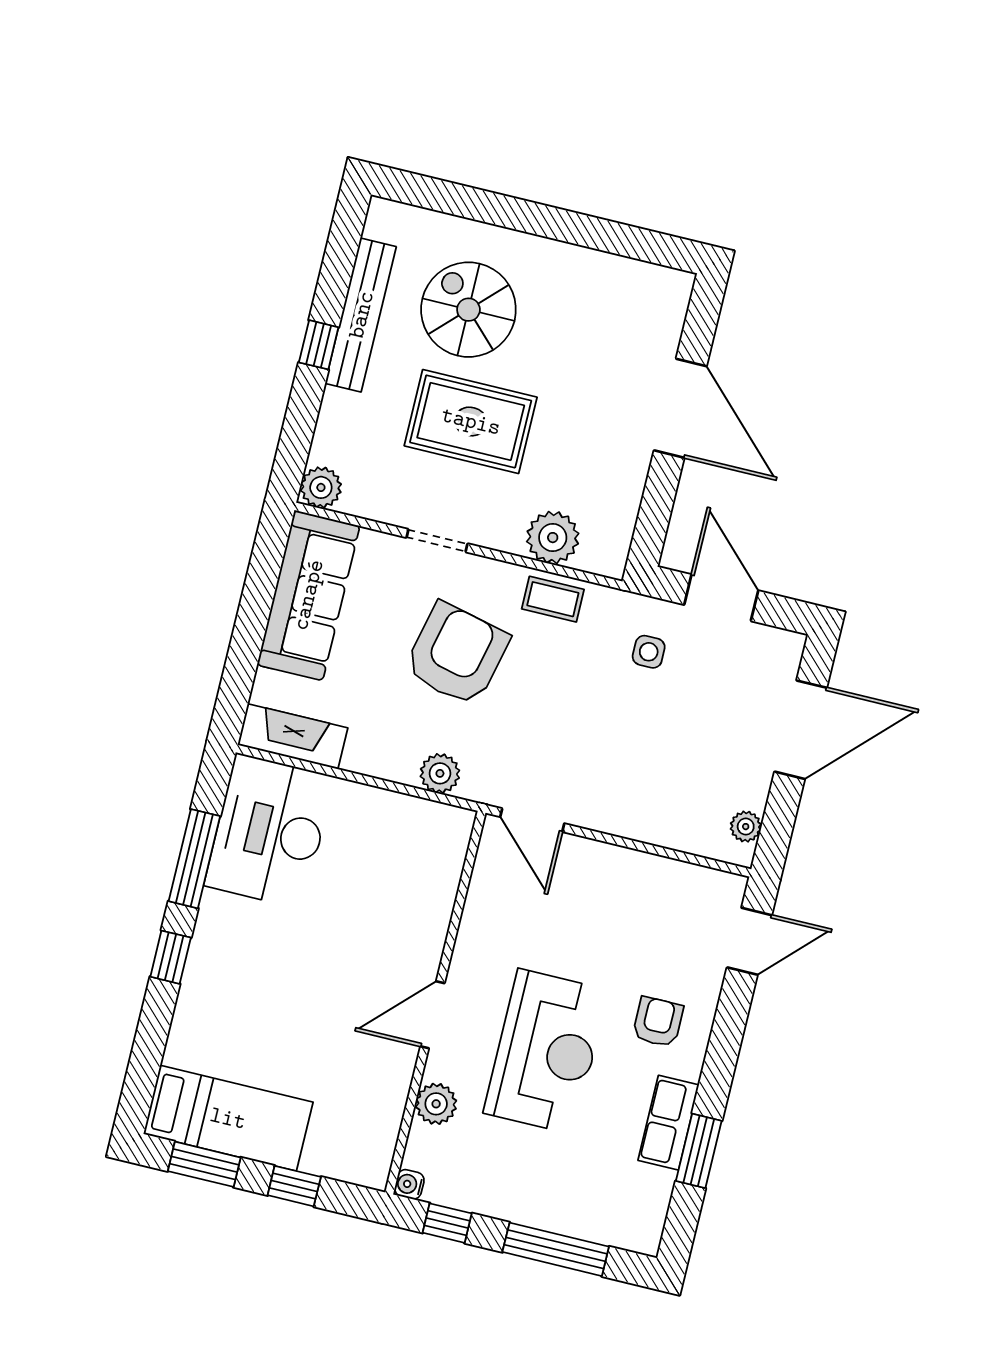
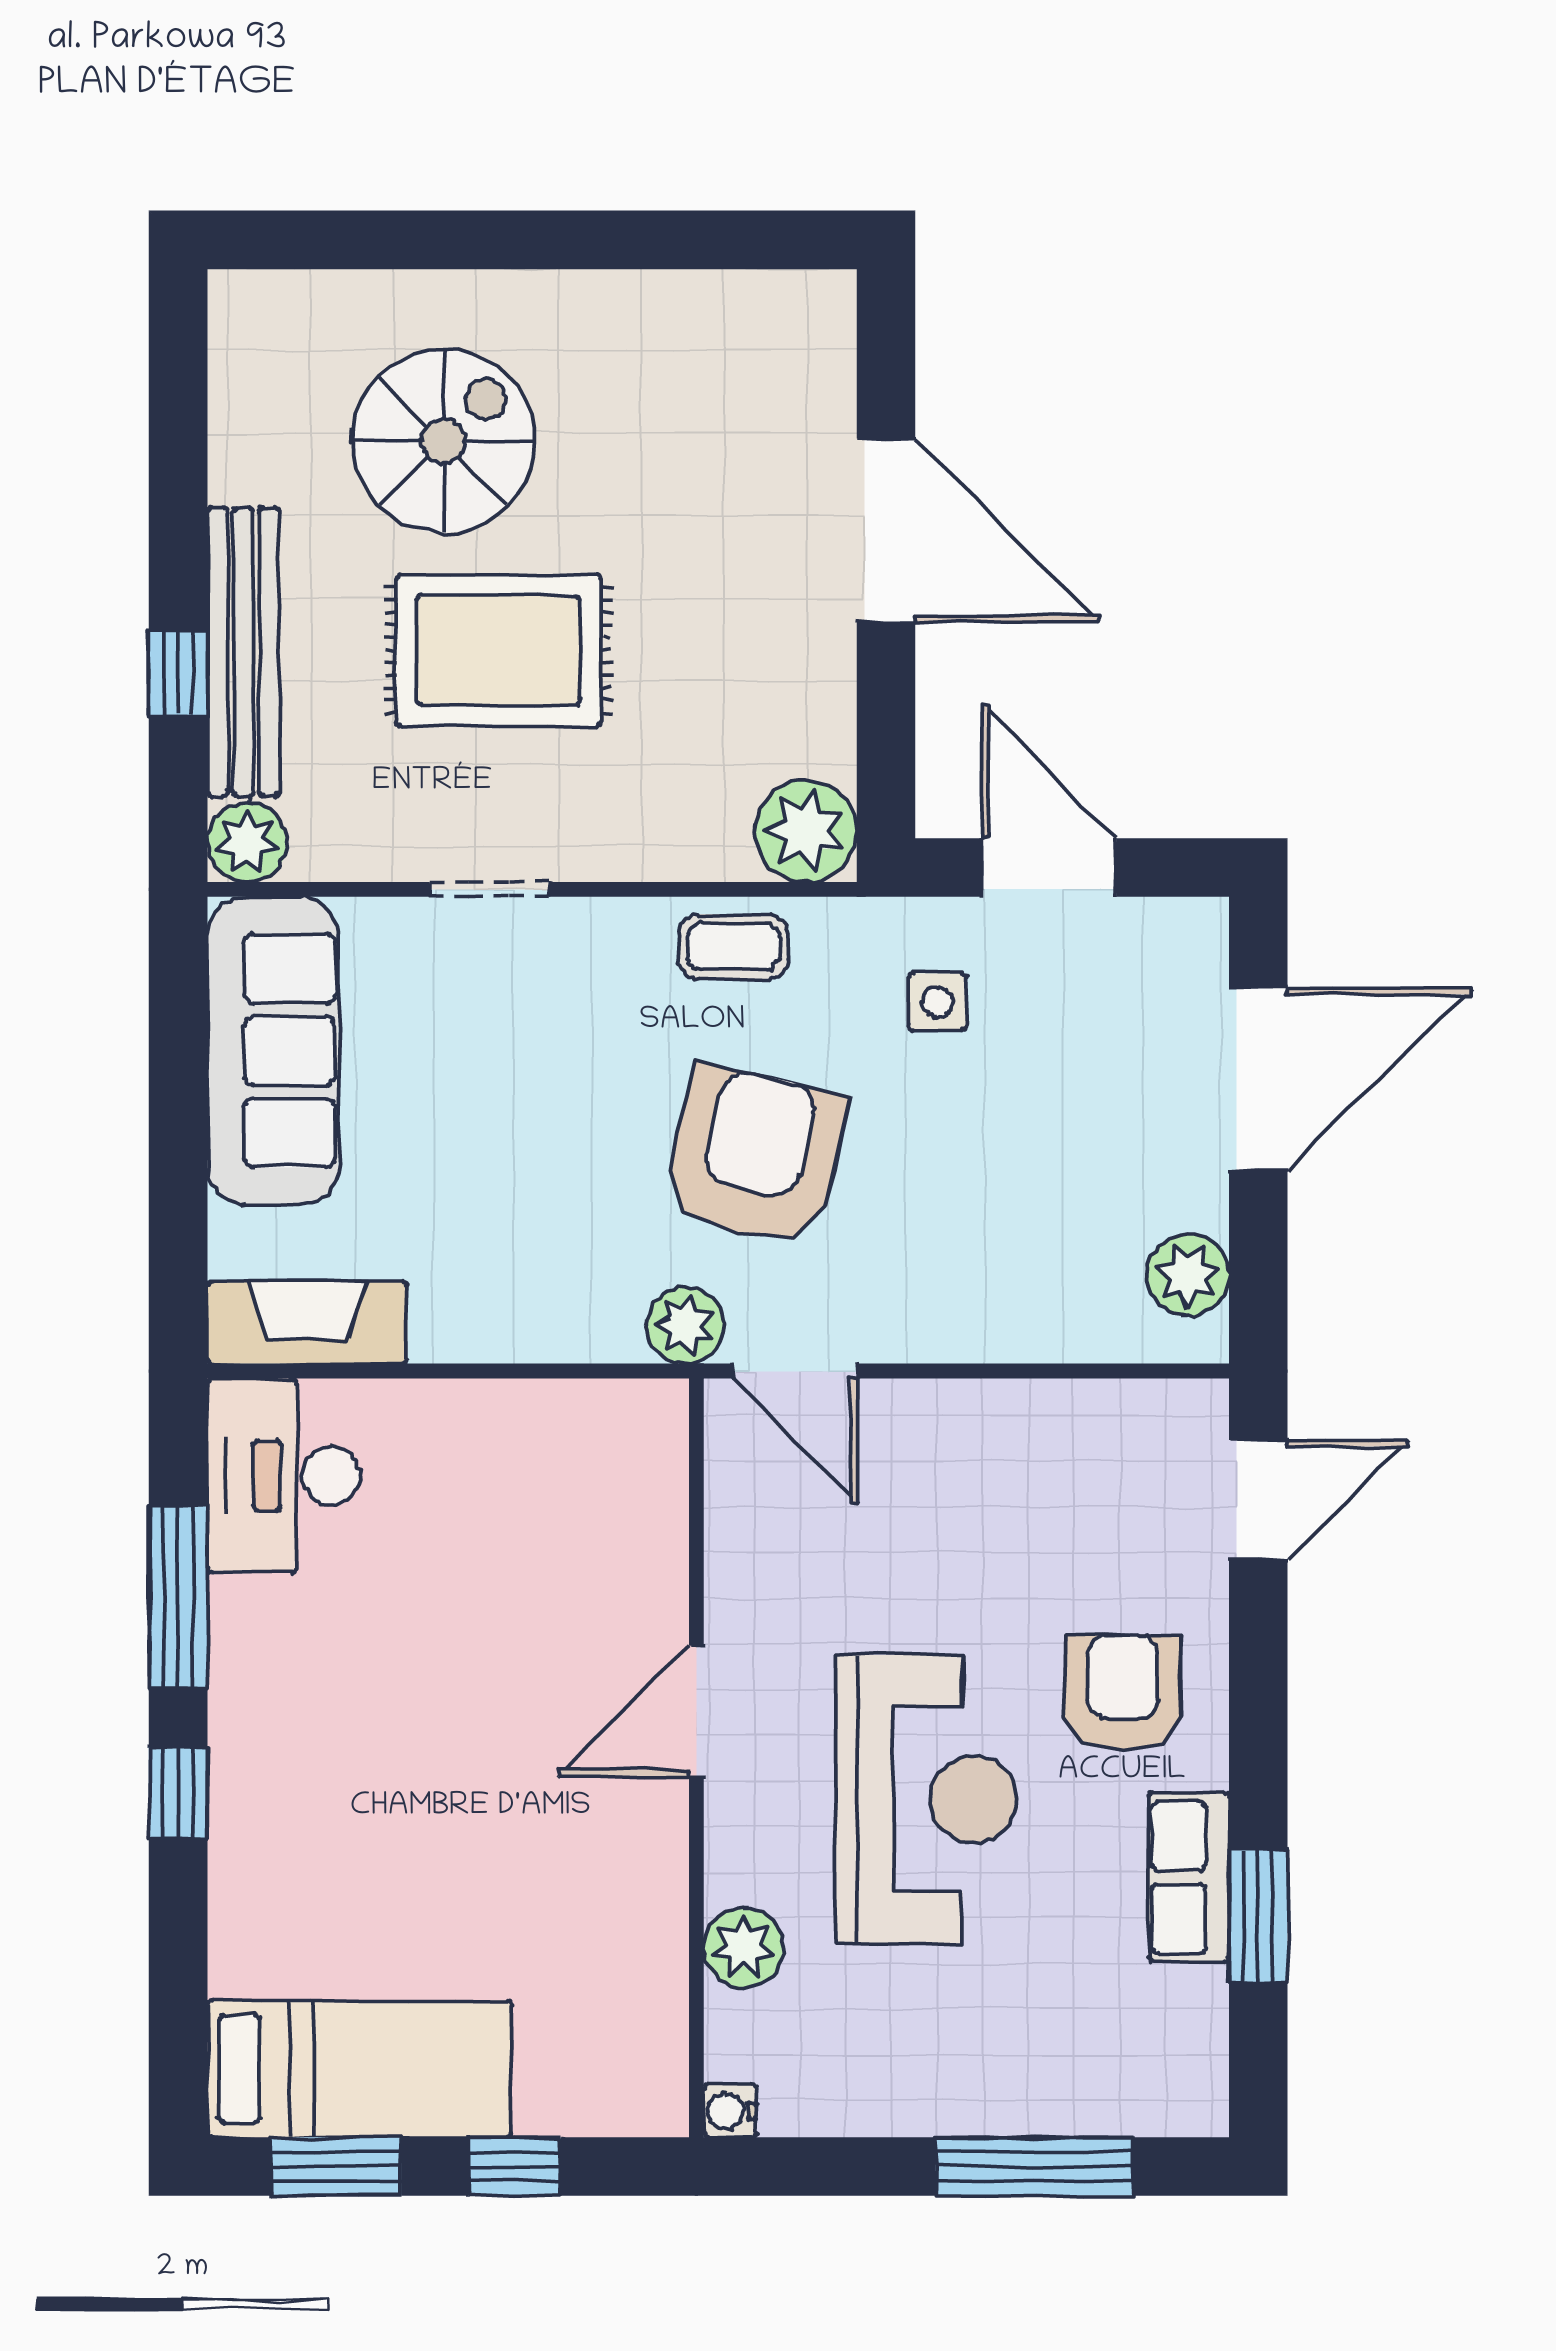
spiral stairs: (468, 310) -> (443, 441), turned 90
bench: (361, 315) -> (243, 652), moved
window: (319, 345) -> (178, 673), moved
plant: (553, 538) -> (806, 831), moved
armchair: (457, 654) -> (755, 1156), moved
plant: (440, 773) -> (685, 1325), moved
plant: (746, 827) -> (1188, 1275), width x1.38, depth x1.38
desk: (269, 831) -> (284, 1476), width x0.73, depth x0.77
door: (432, 1015) -> (696, 1711), moved
armchair: (658, 1022) -> (1123, 1693), width x1.38, depth x1.38
window: (447, 1223) -> (819, 2167), removed

